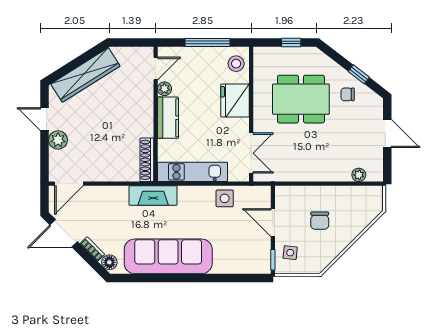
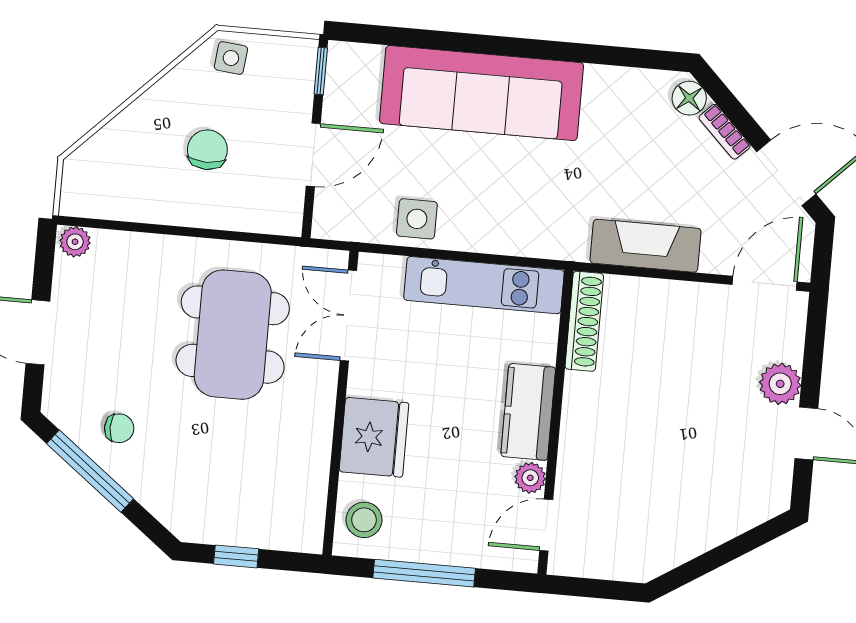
window: (359, 74) -> (90, 471), width x2.17
wardrobe: (85, 75) -> (705, 525), removed
dining table: (301, 99) -> (233, 335), moved, turned 90
plant: (359, 175) -> (75, 242), moved
fireplace: (153, 196) -> (646, 246), moved
door: (273, 223) -> (313, 155), hinge flipped
side table: (290, 253) -> (231, 58), moved
sofa: (168, 256) -> (481, 93), moved

